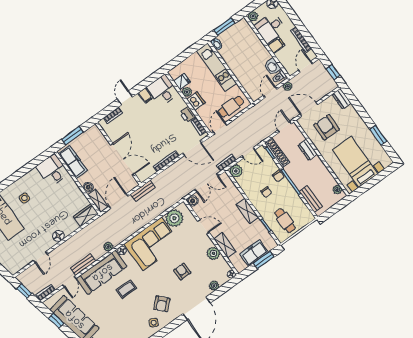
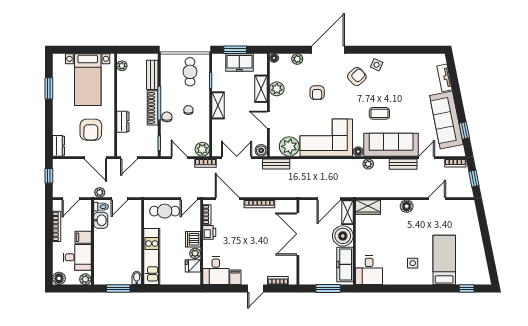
shoe rack: (277, 153) -> (153, 108), moved
boiler: (88, 187) -> (343, 236), width x1.86, depth x1.86
bench: (143, 191) -> (276, 164), moved

